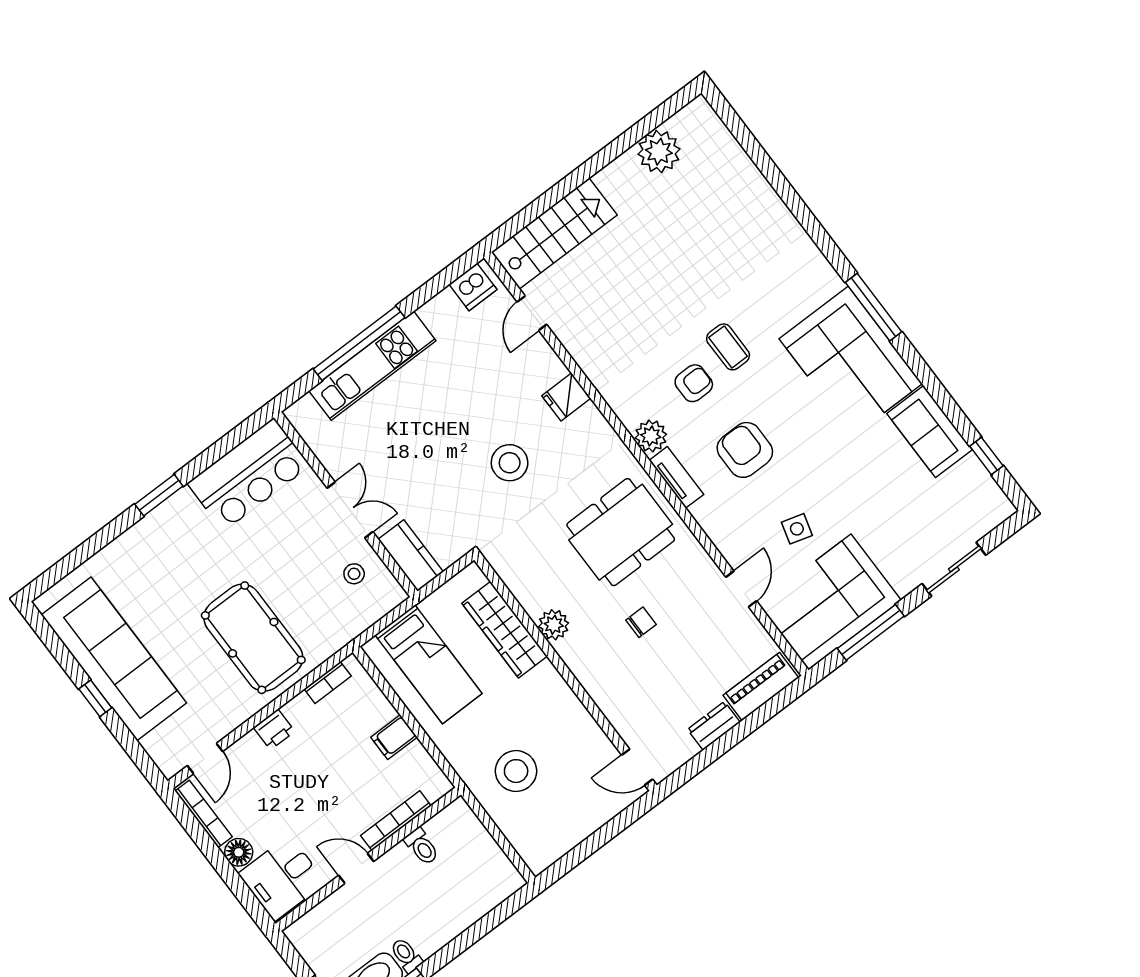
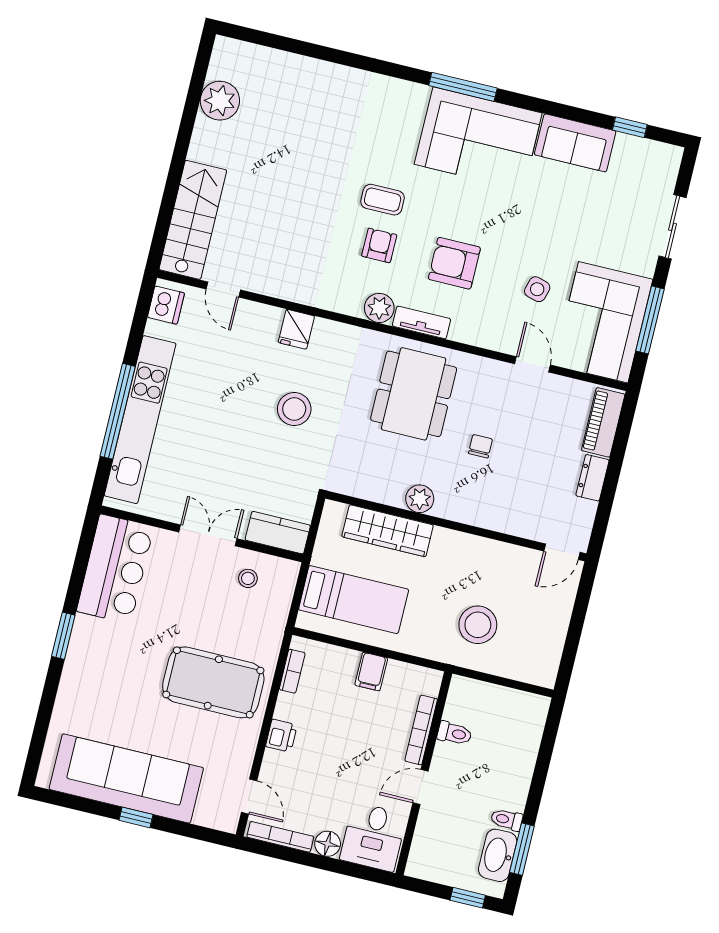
kitchen unit: (372, 366) -> (140, 420), width x1.36

